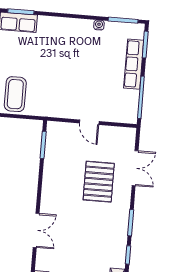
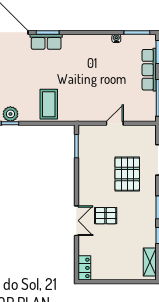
door: (89, 122) -> (115, 123), swing flipped
pallet: (70, 227) -> (106, 216), added

